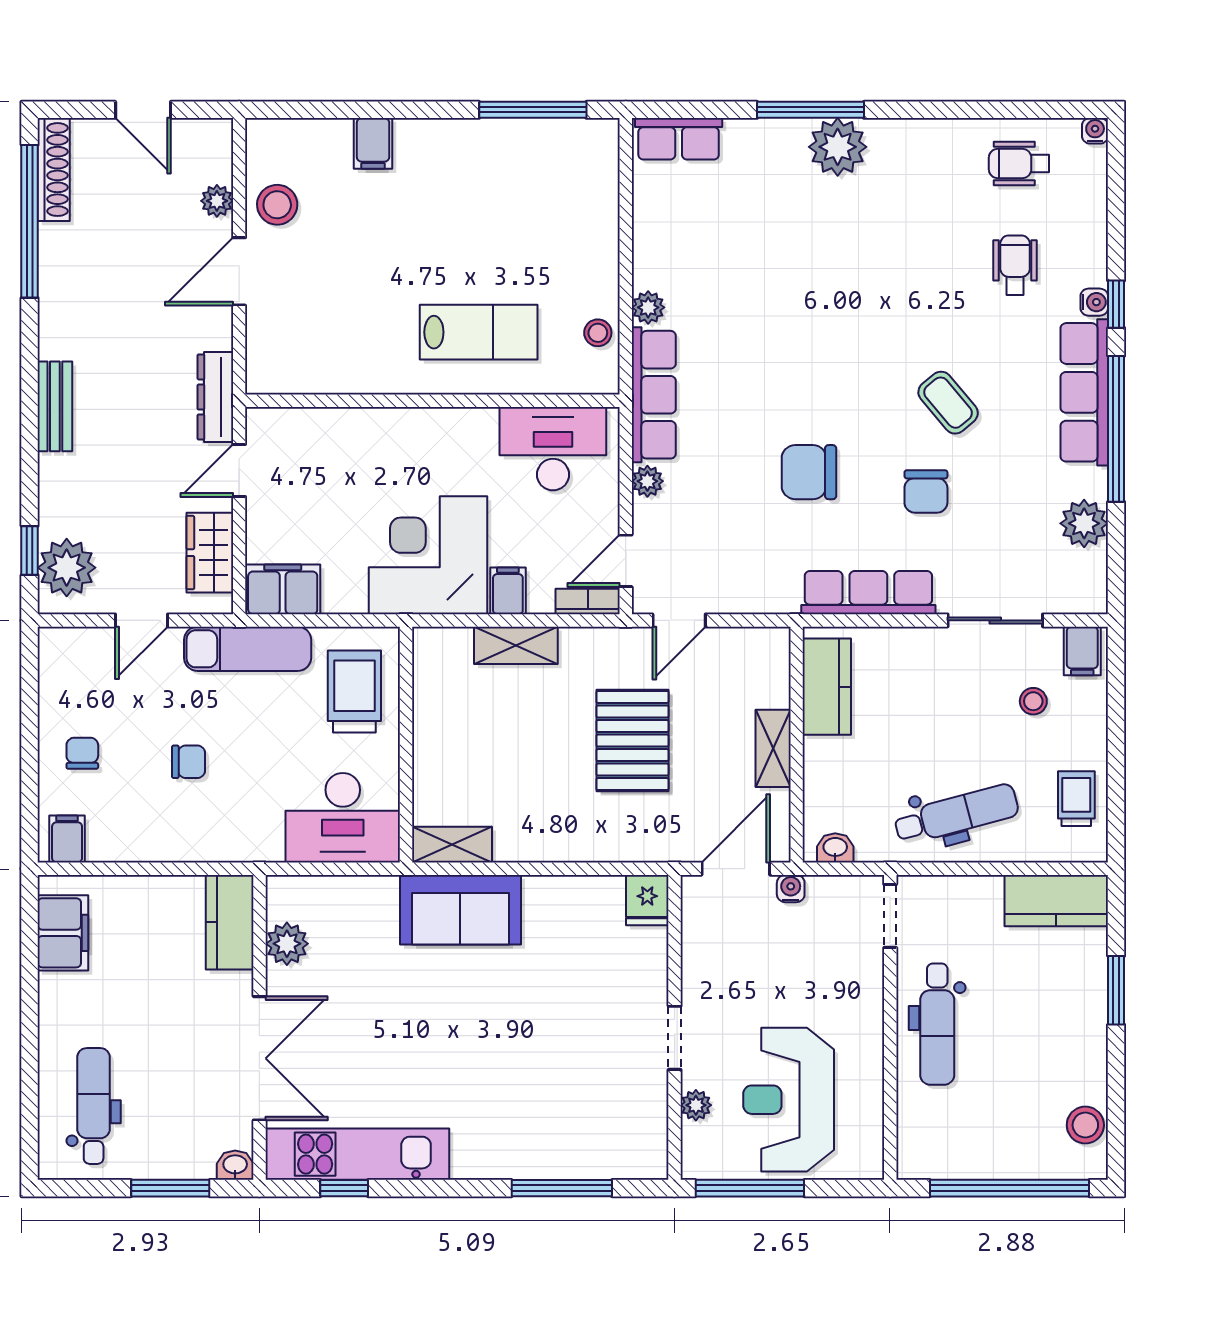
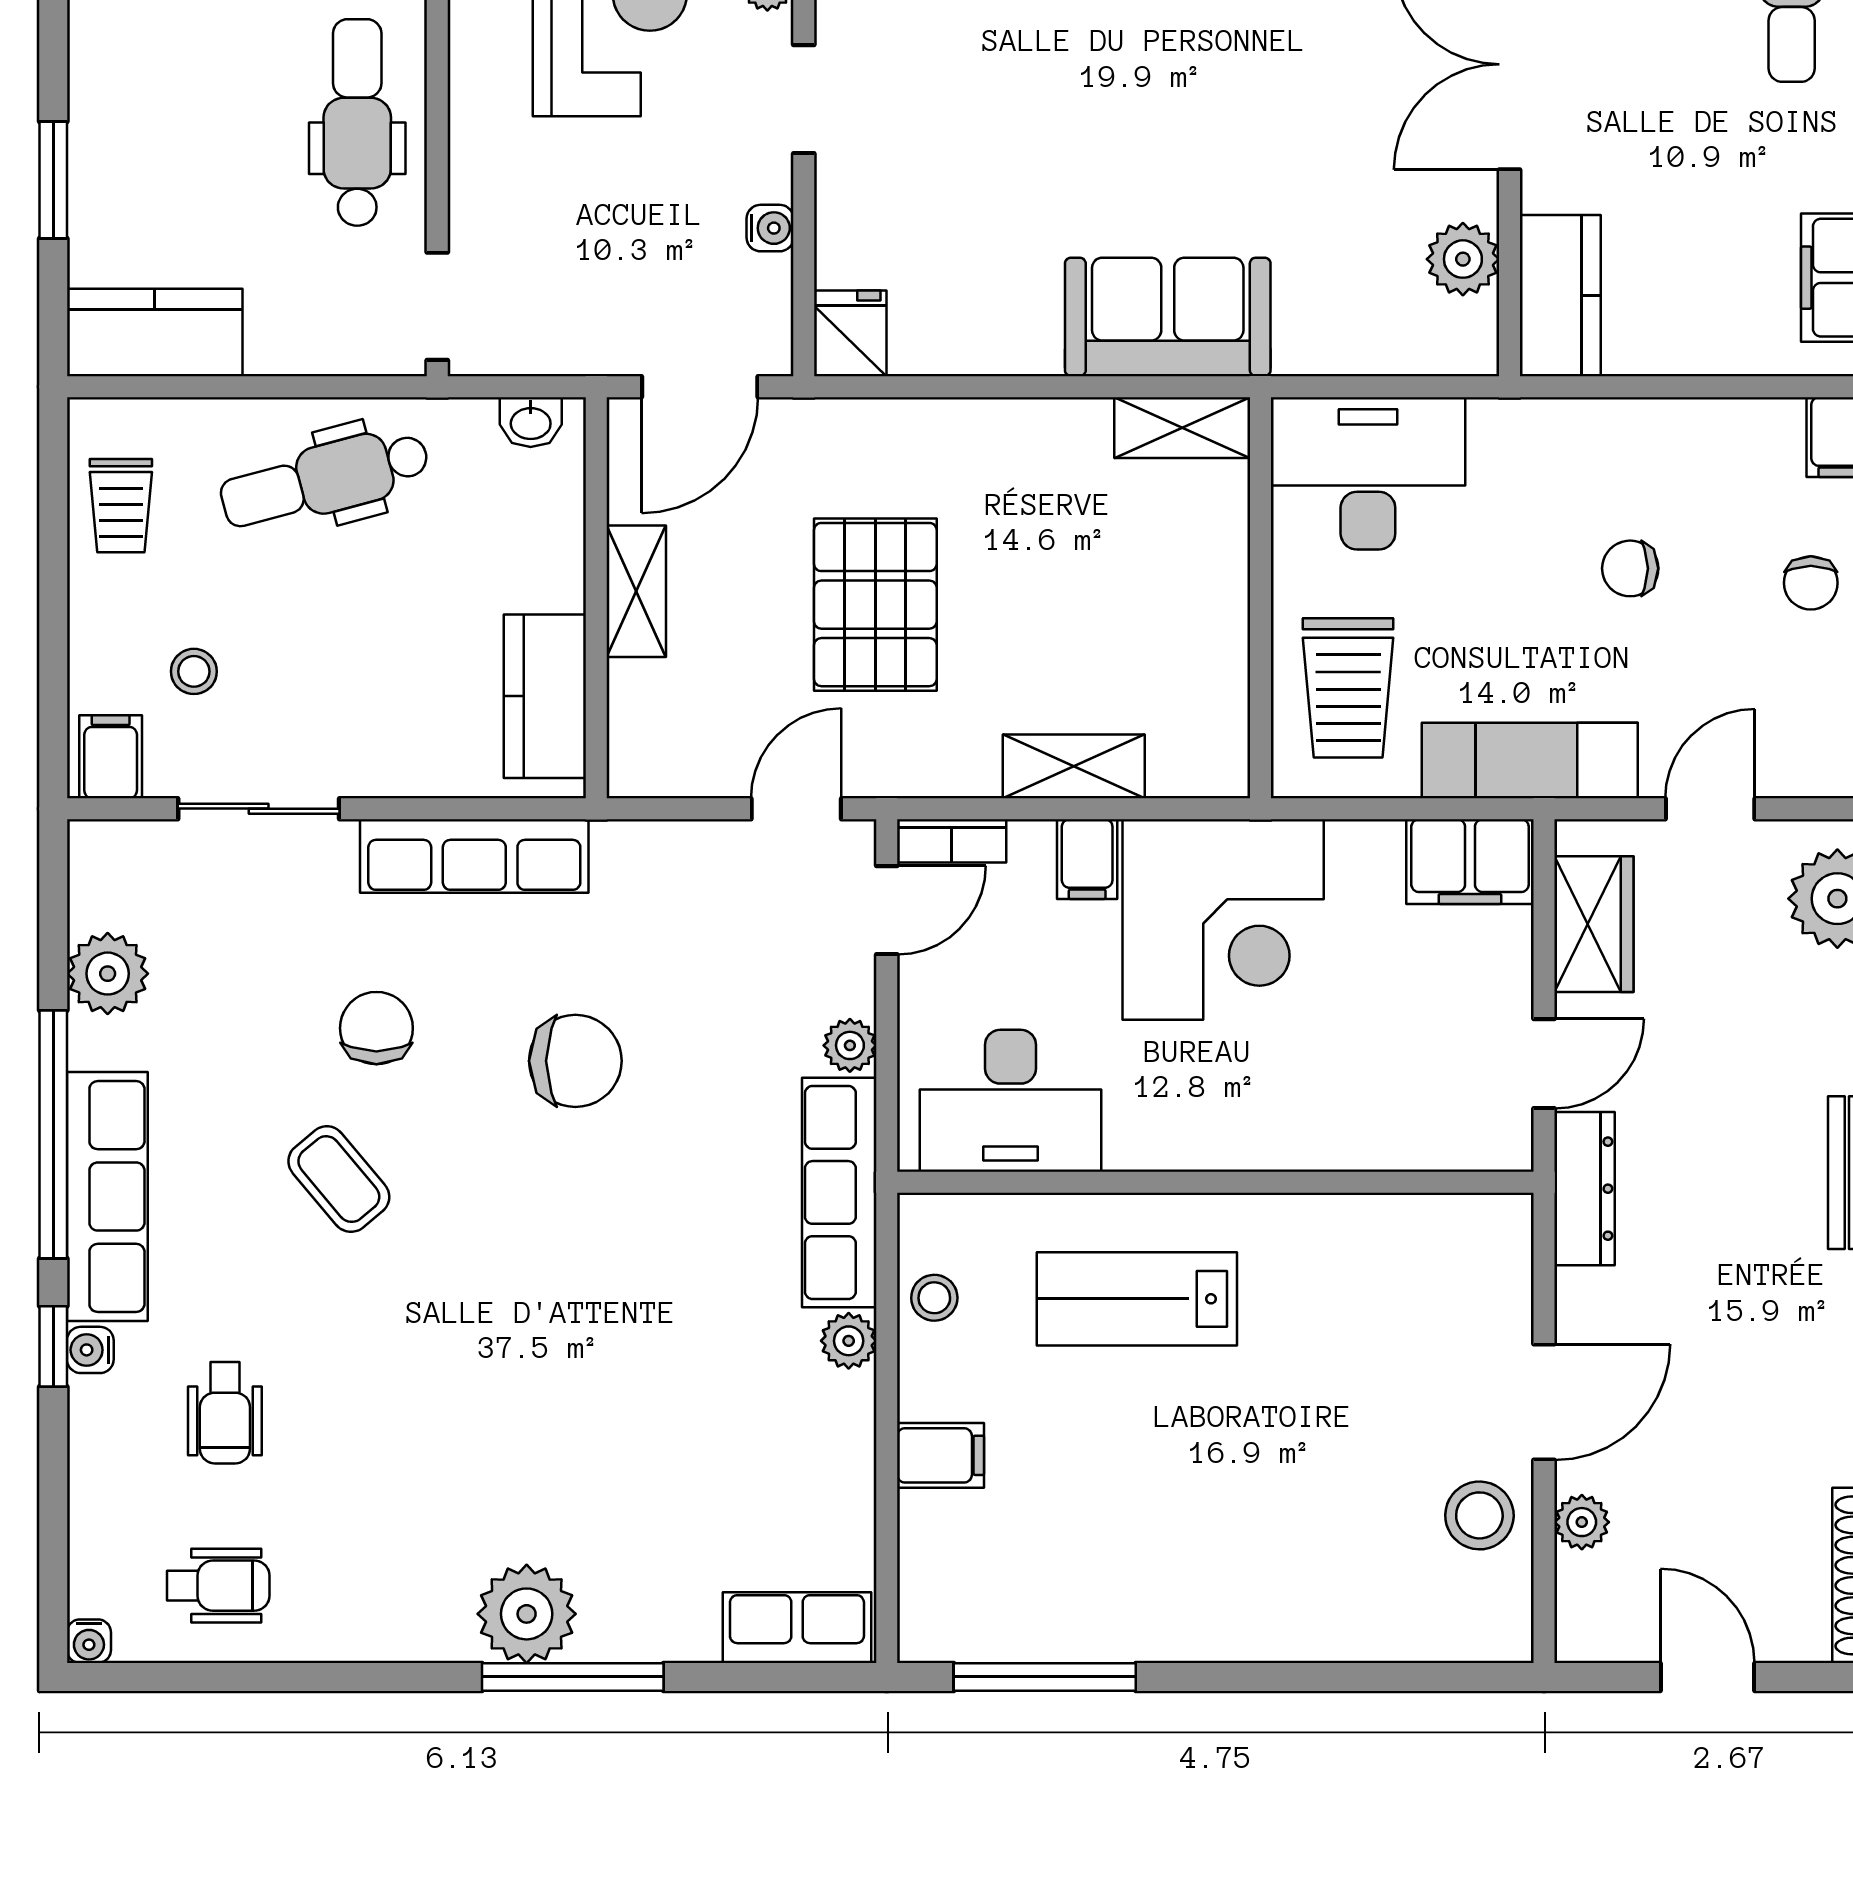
filing cabinet: (373, 143) -> (941, 1455), moved, turned 90
water cooler: (791, 889) -> (770, 228), moved, turned -90

